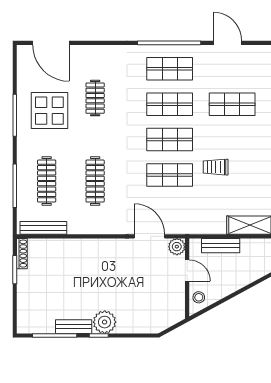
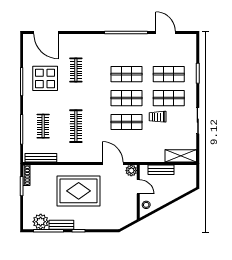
shop shelf: (170, 69) -> (169, 98), moved
clothes rail: (47, 181) -> (43, 126), width x0.73
rug: (99, 277) -> (79, 191), added
plant: (105, 322) -> (41, 222), moved

